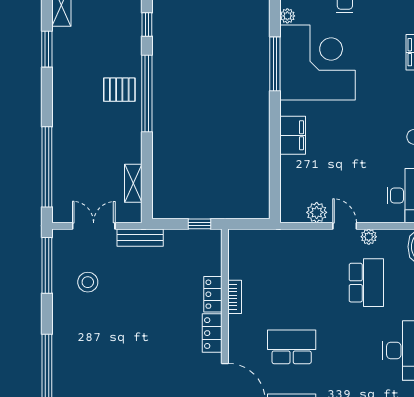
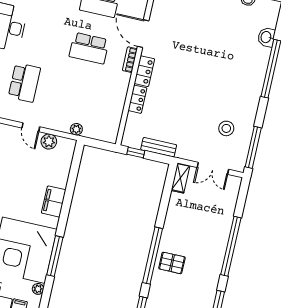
window: (47, 167) -> (231, 246), moved
shelving: (133, 183) -> (180, 178), moved
plant: (369, 237) -> (76, 129), moved
bench: (140, 238) -> (159, 147), moved
school desk: (366, 283) -> (24, 83), turned 180
bookcase: (235, 297) -> (130, 60), moved

